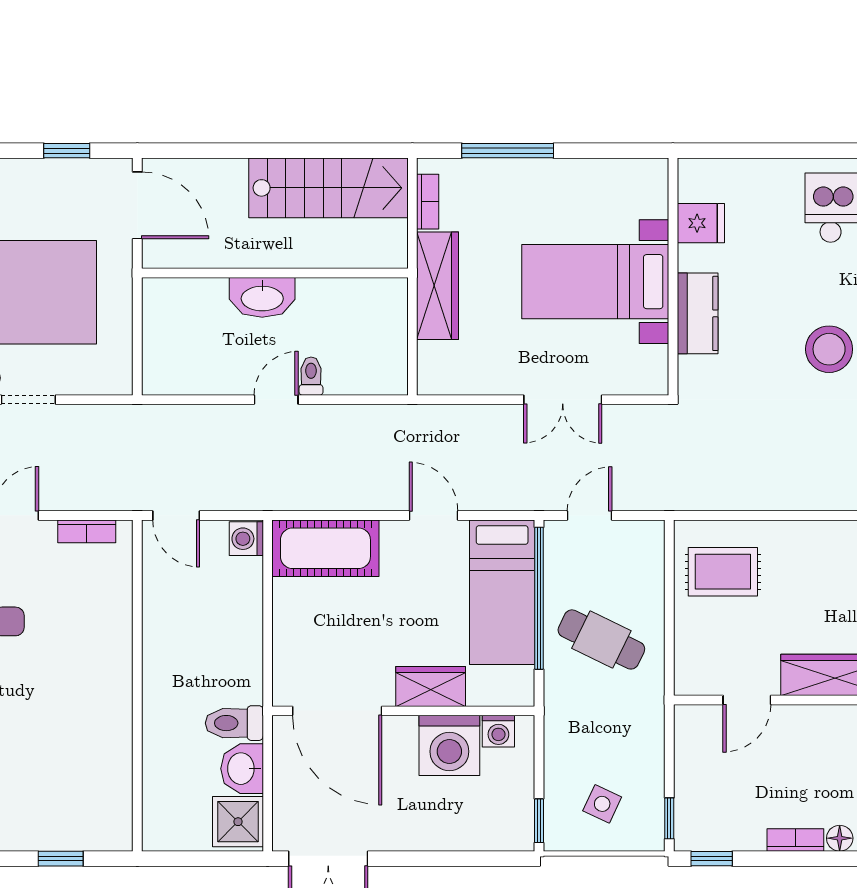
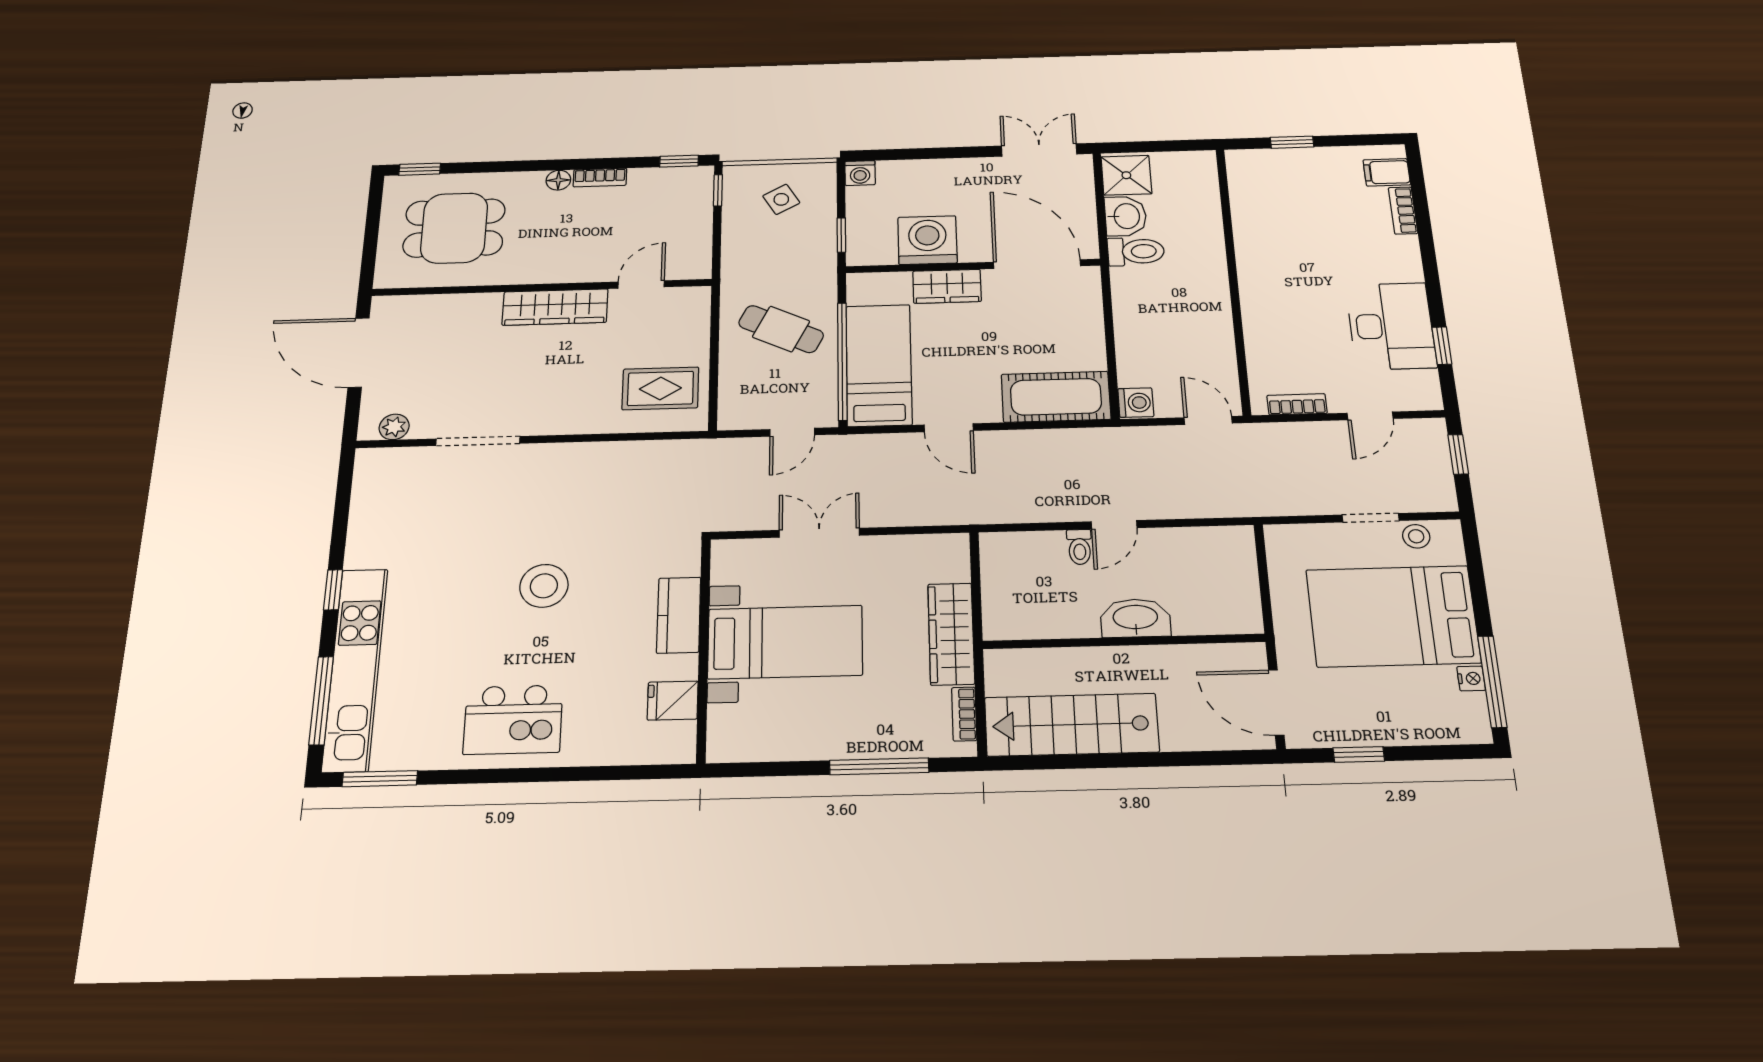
washing machine: (498, 731) -> (860, 173), moved, turned 180
side table: (602, 804) -> (781, 199), turned 35
window: (539, 821) -> (841, 235), moved

